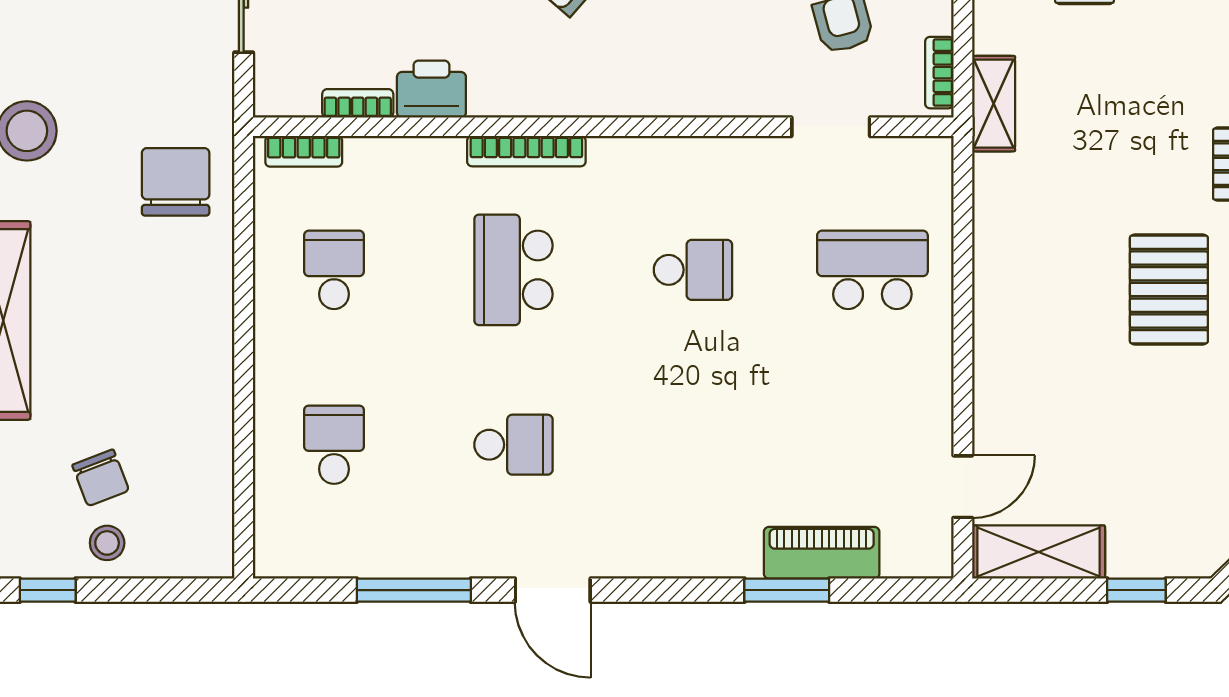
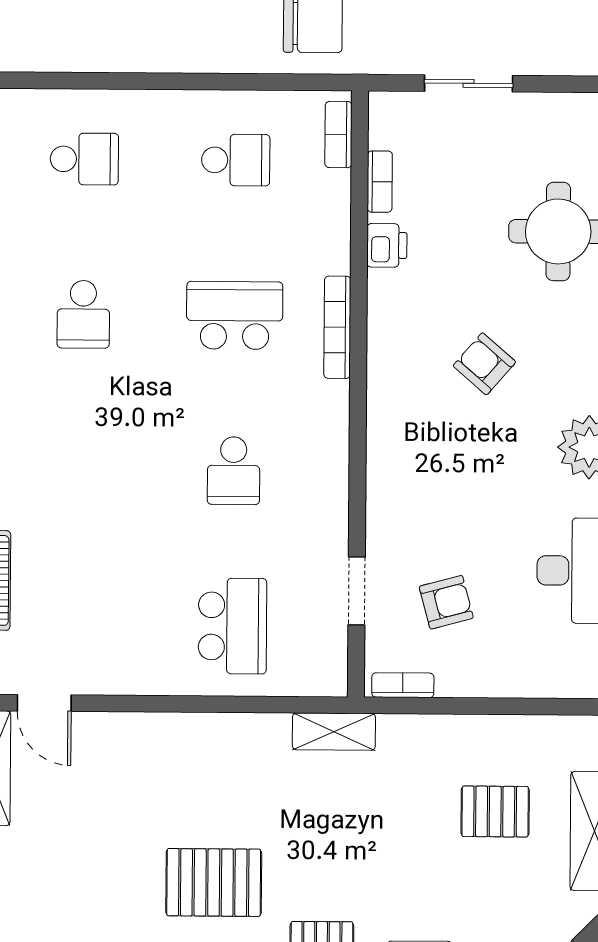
printer: (431, 89) -> (387, 245), width x0.73, depth x0.81
shelving: (994, 104) -> (334, 732), moved

